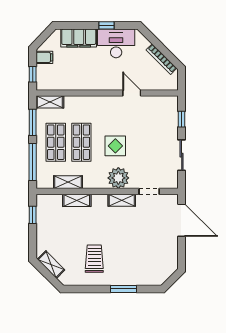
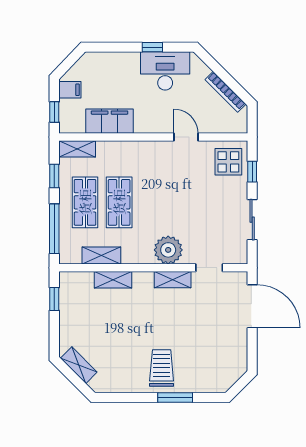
filing cabinet: (79, 38) -> (110, 121), moved, turned 180
window: (33, 122) -> (54, 176), width x0.67
display table: (115, 146) -> (228, 162), moved
trolley: (94, 259) -> (162, 368), moved

